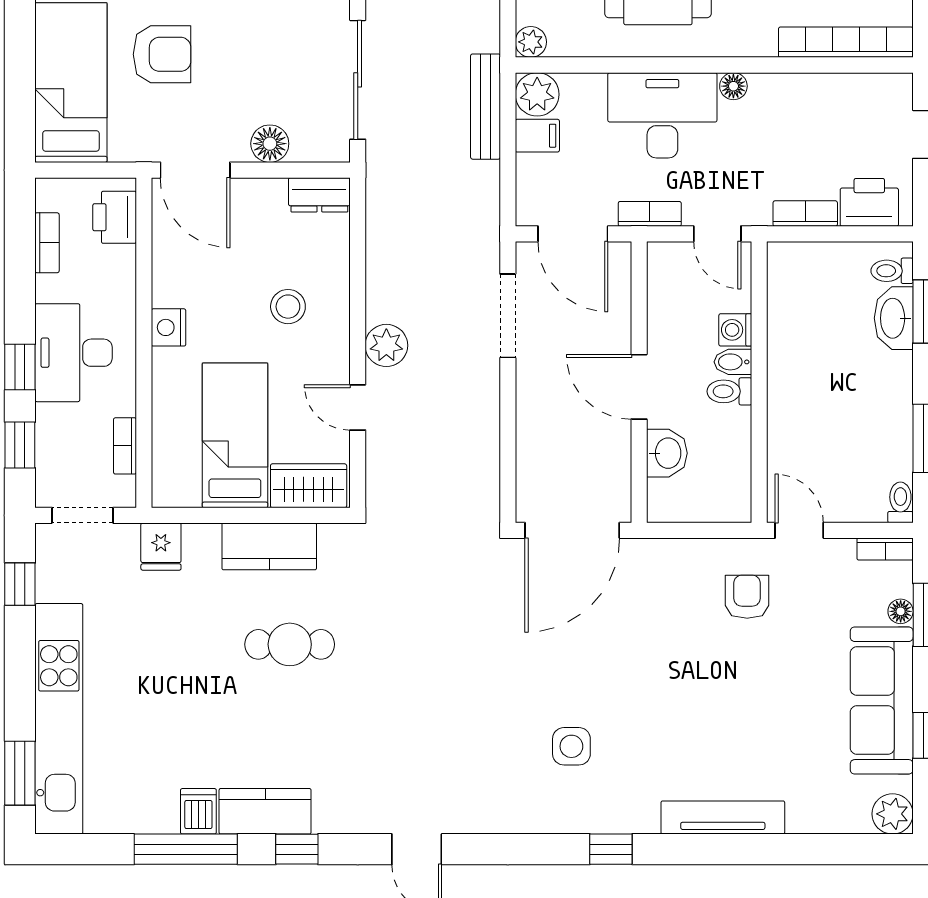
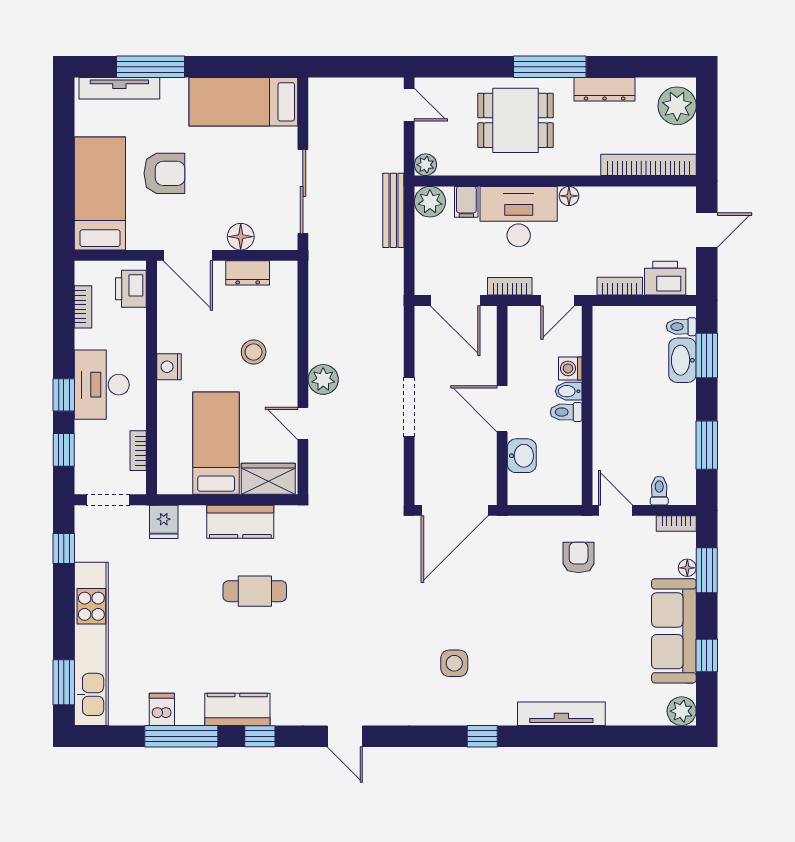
filing cabinet: (537, 136) -> (466, 202), moved, turned 90
dresser: (319, 195) -> (248, 273), moved
door: (717, 234) -> (558, 300), hinge flipped
doorway: (508, 316) -> (409, 407), moved
toilet: (900, 502) -> (659, 491), moved
dishwasher: (198, 811) -> (162, 709), moved

